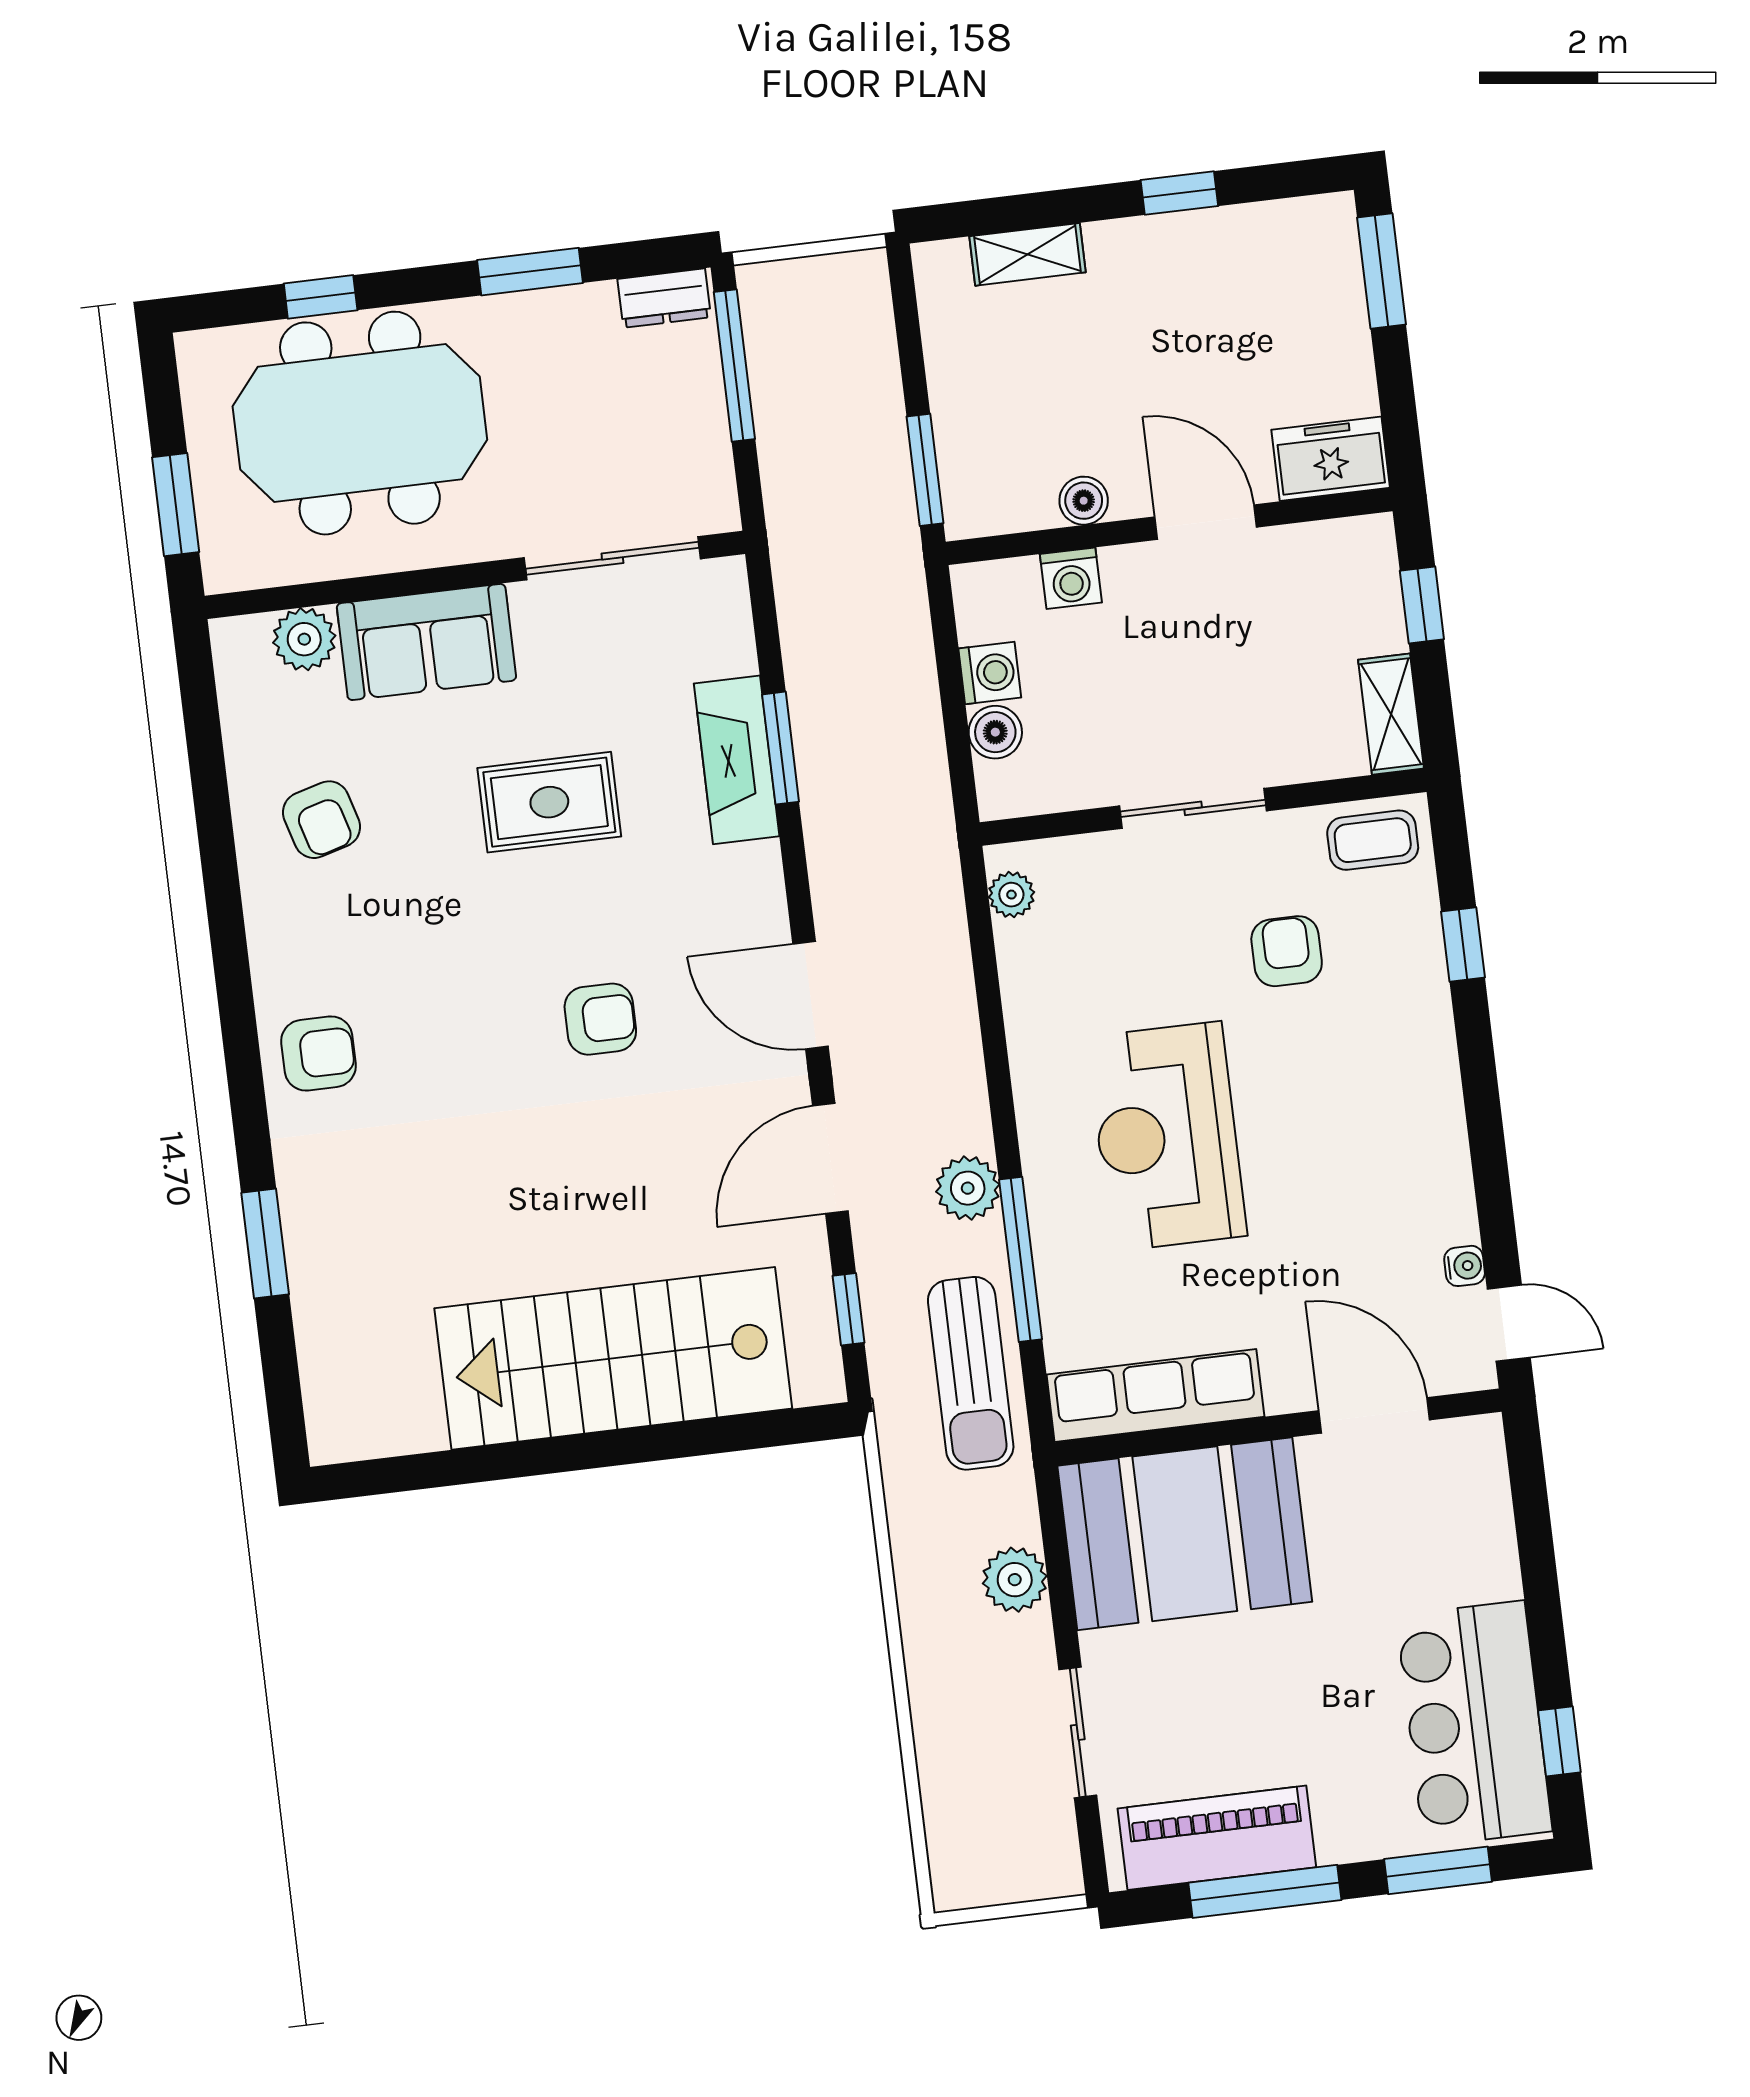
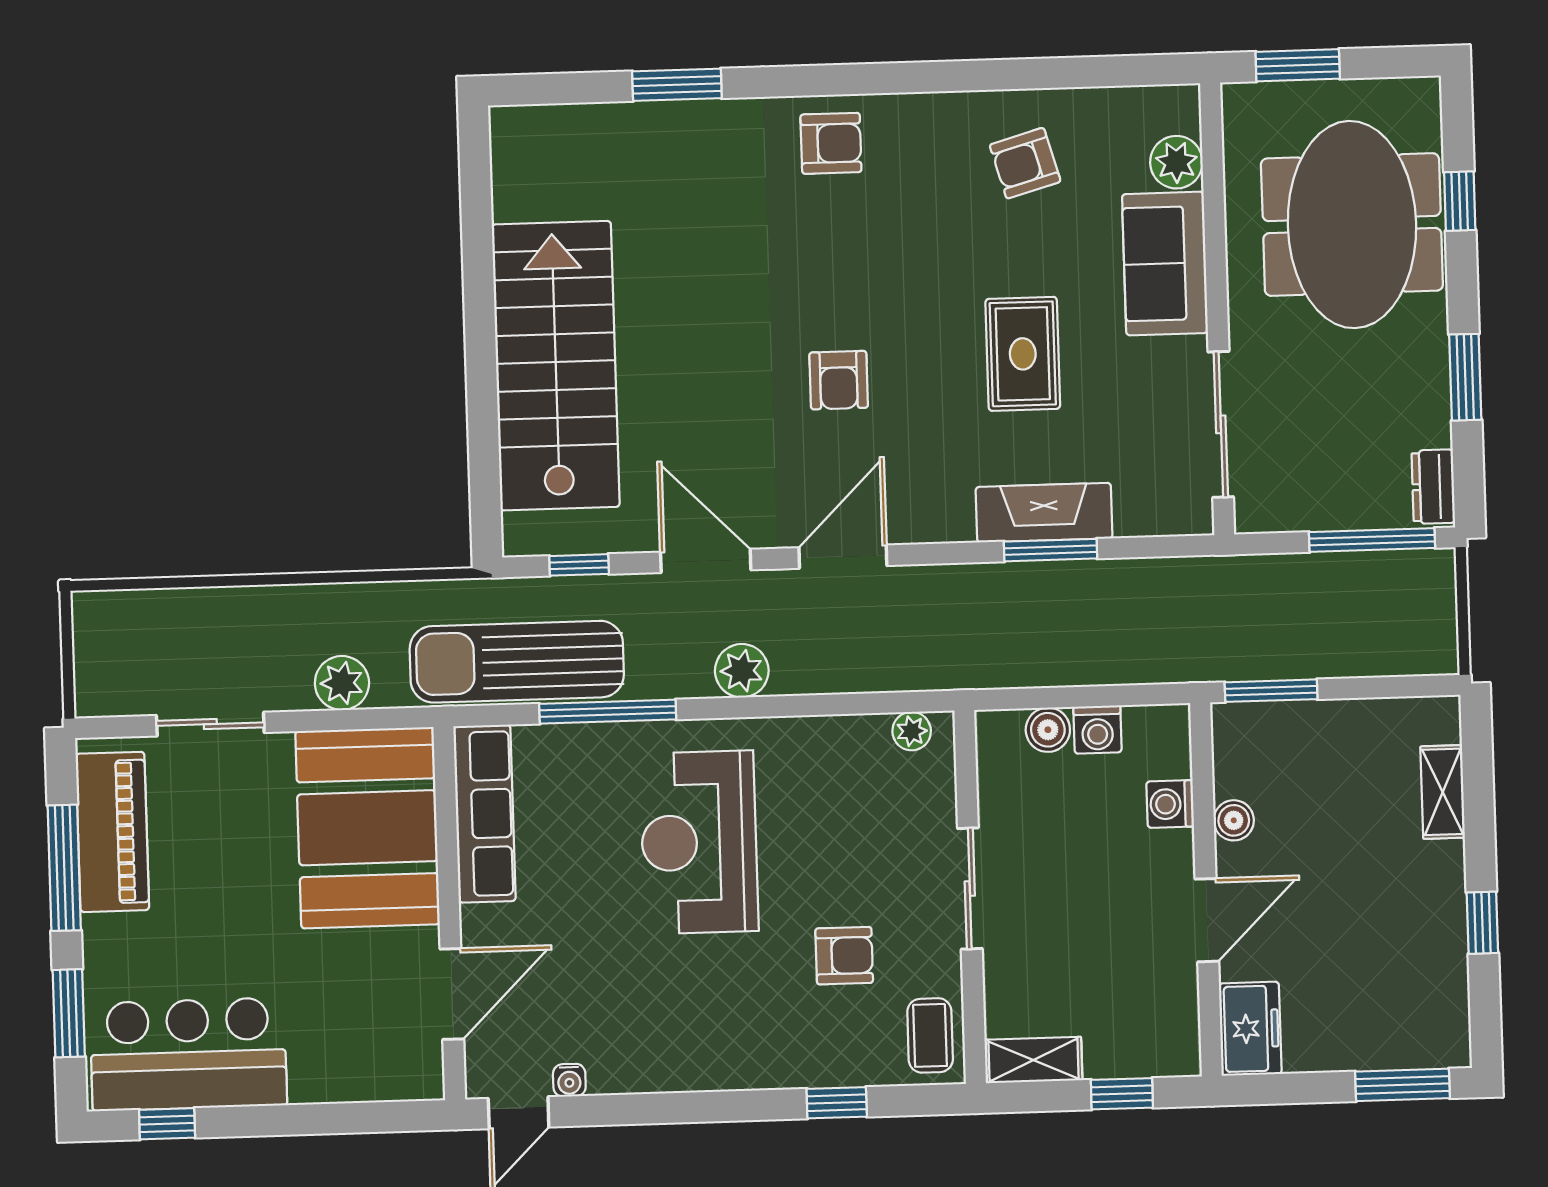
armchair: (319, 1053) -> (831, 143), turned -90
reception desk: (1167, 1136) -> (699, 842), turned -90
plant: (968, 1188) -> (742, 671), moved
sun lounger: (971, 1373) -> (517, 662), width x1.36, depth x1.34

